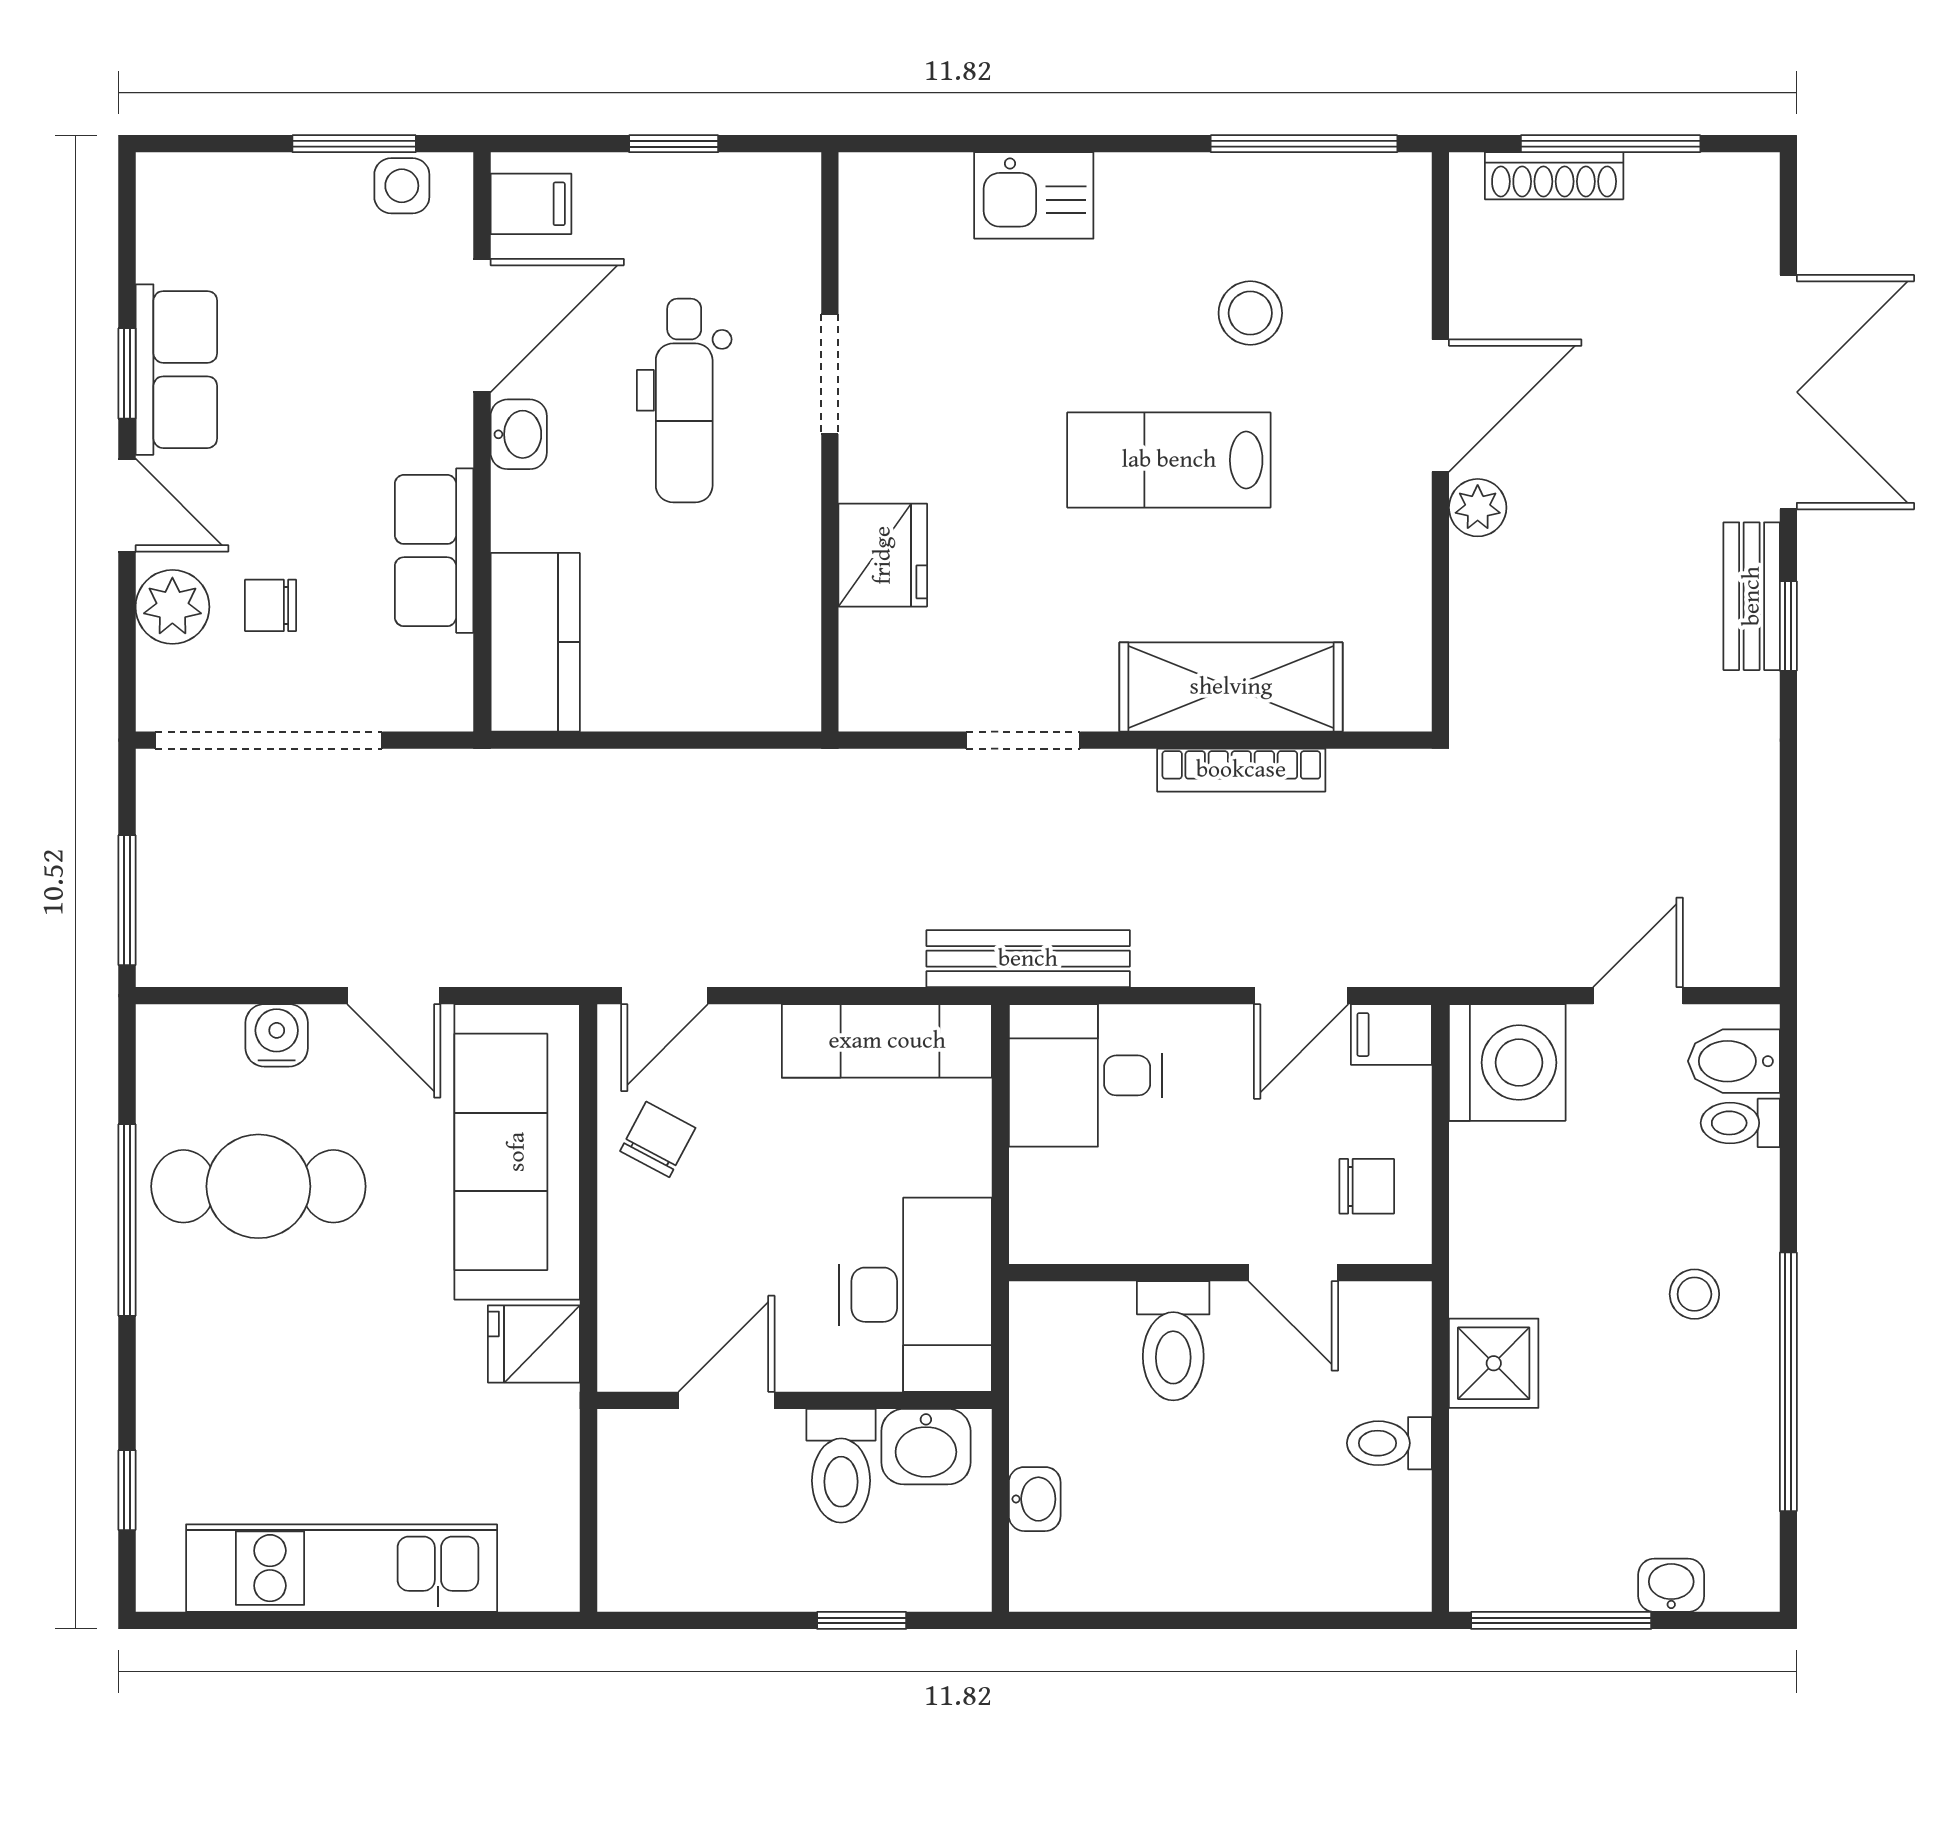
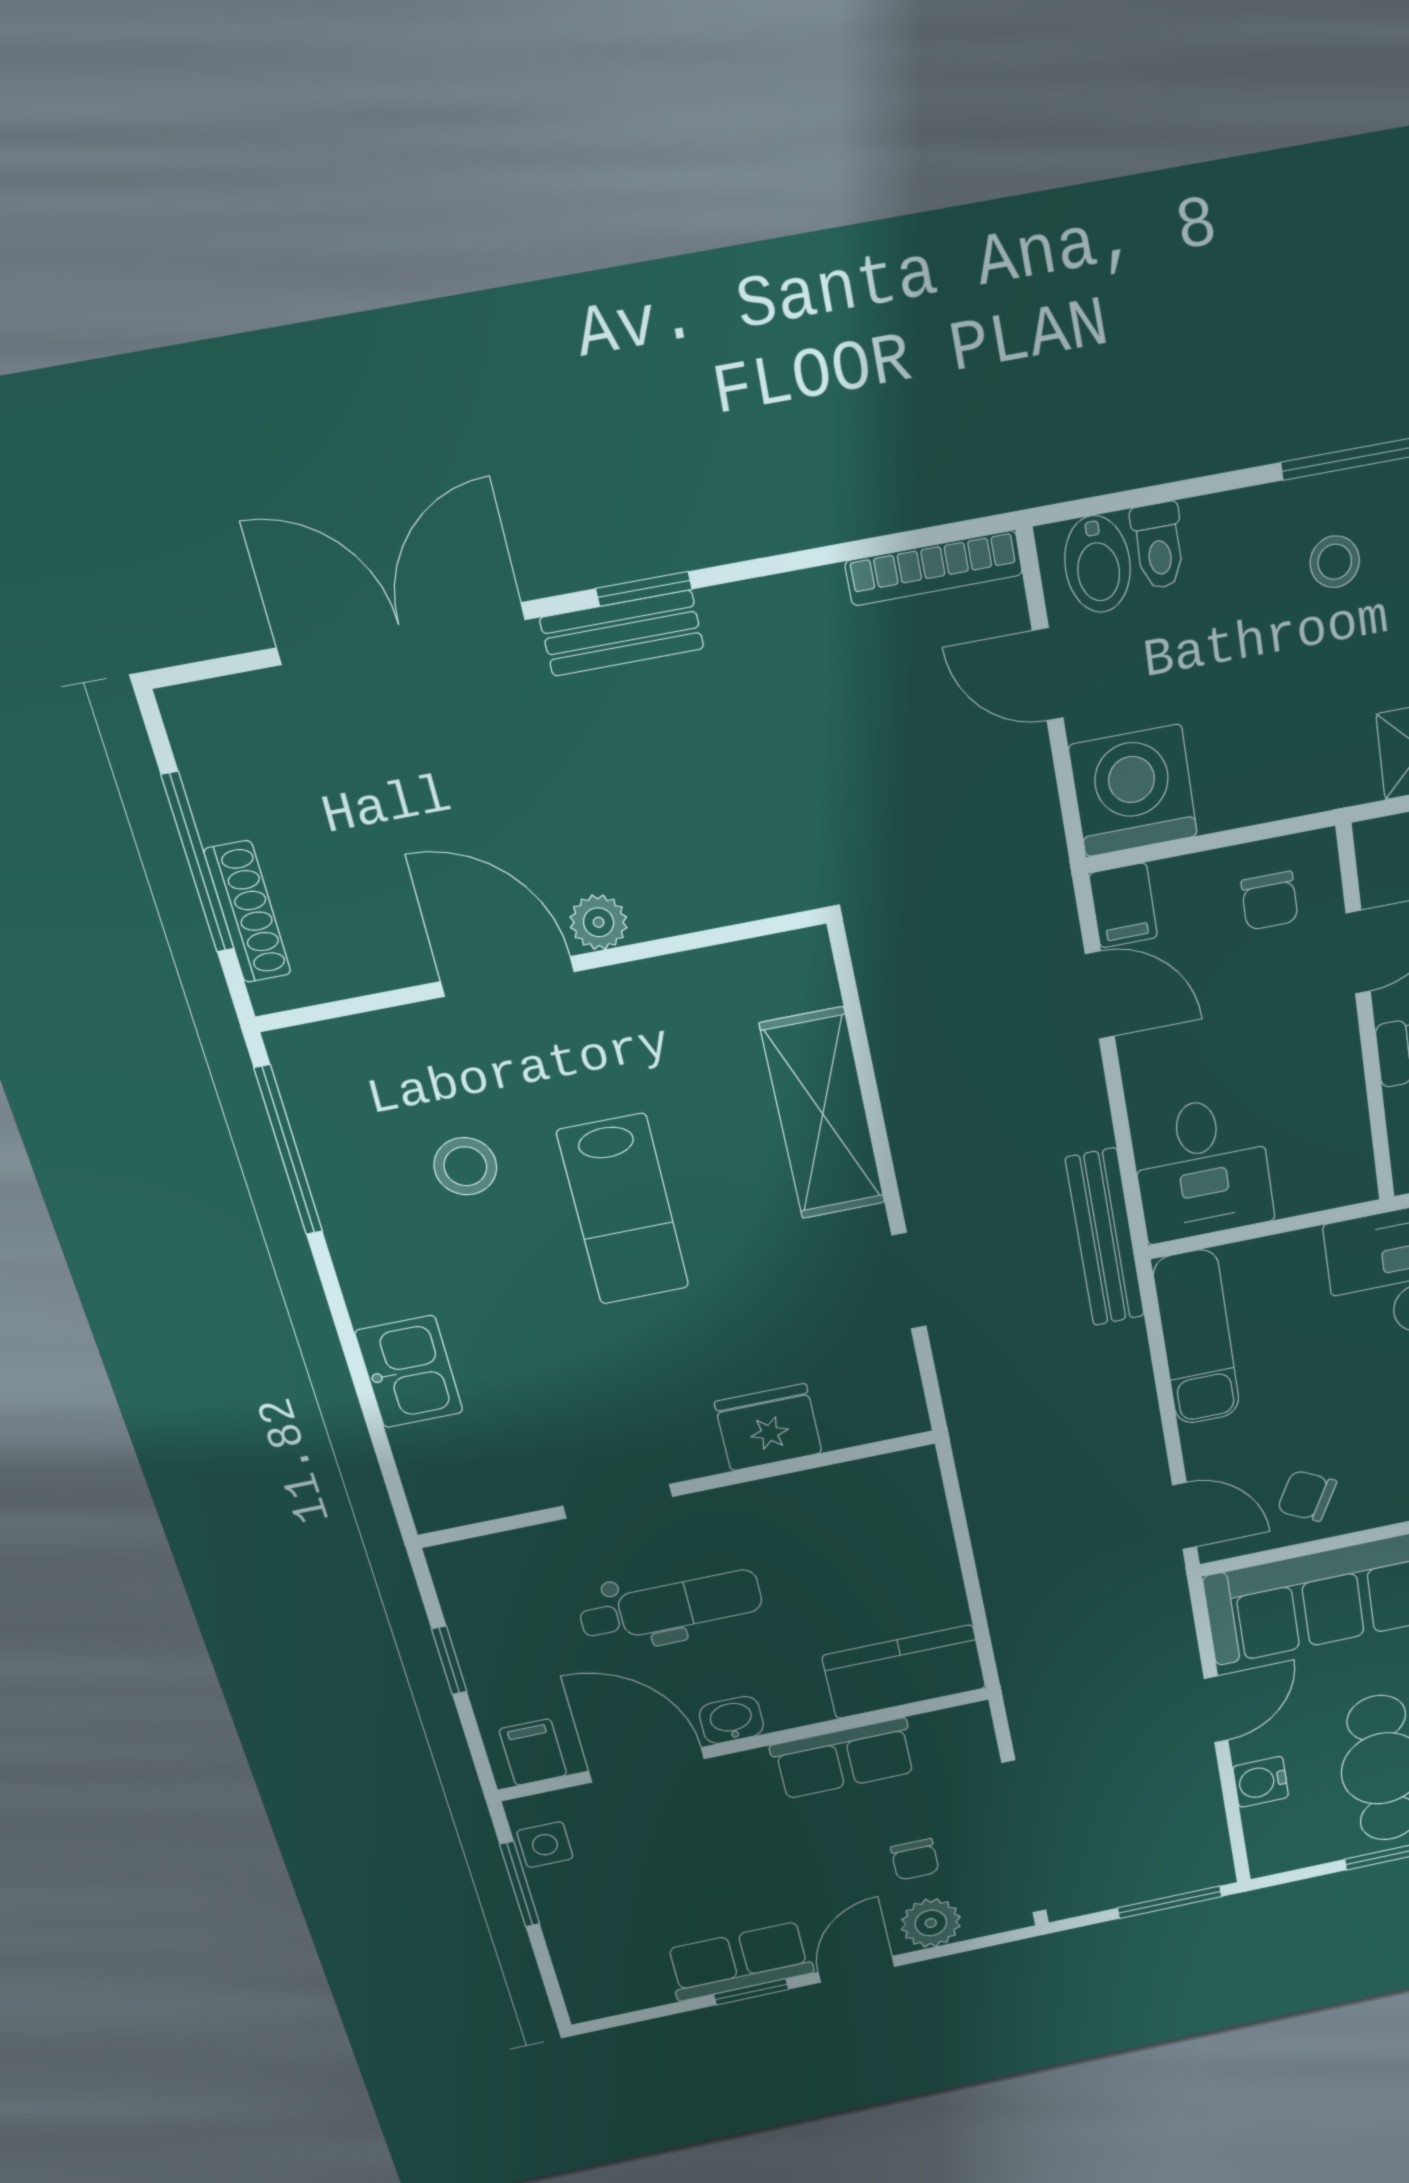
bookcase: (1241, 770) -> (934, 568), moved, turned 90
chair: (1367, 1186) -> (1270, 901), turned 180

